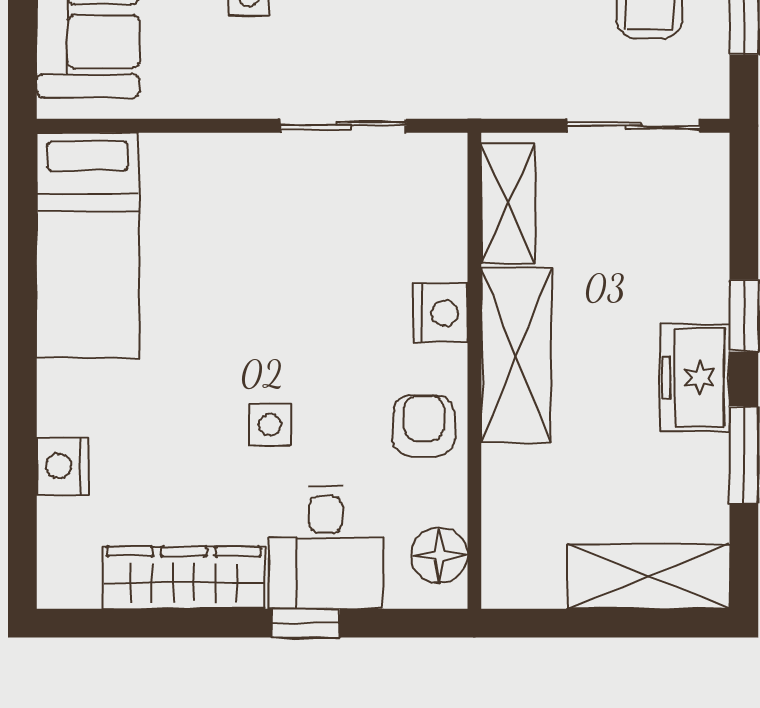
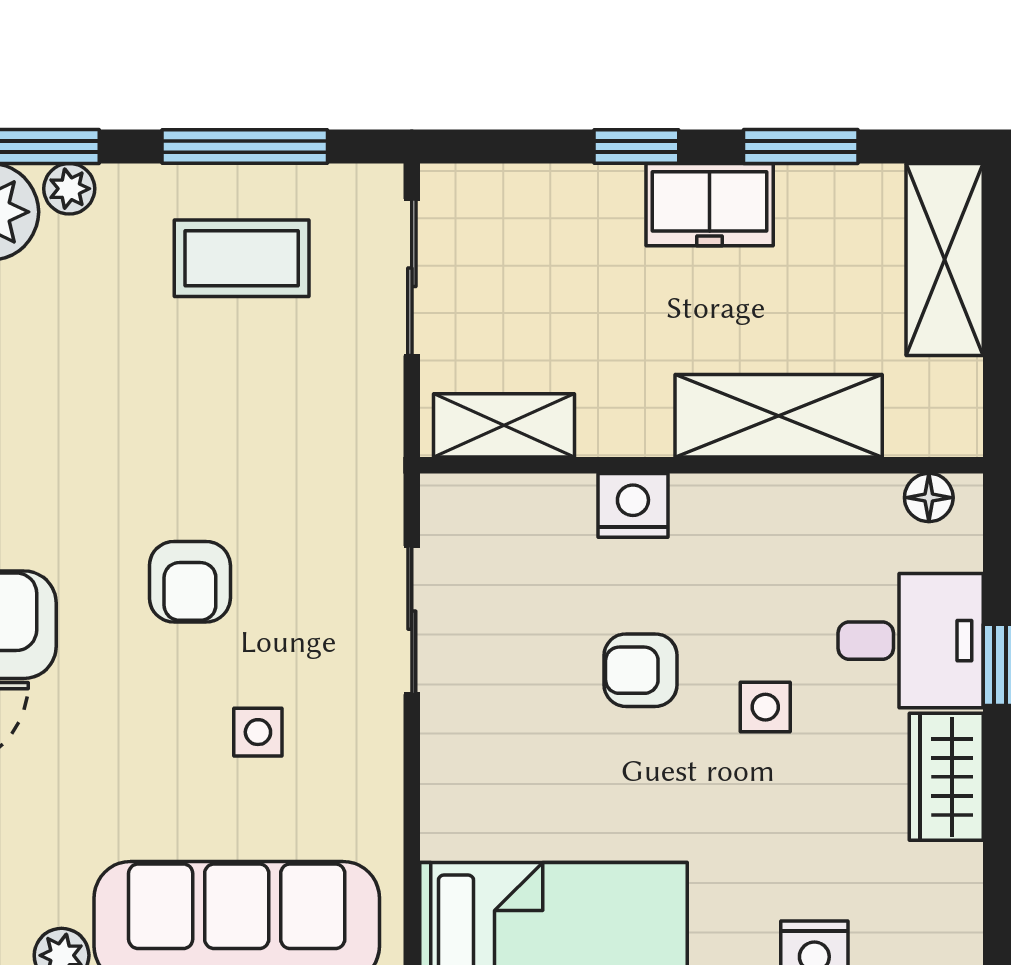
shelving: (516, 355) -> (779, 416), moved
armchair: (424, 426) -> (641, 670), moved
floor lamp: (439, 555) -> (929, 498), width x0.73, depth x0.73
wardrobe: (184, 578) -> (946, 777), width x0.67

